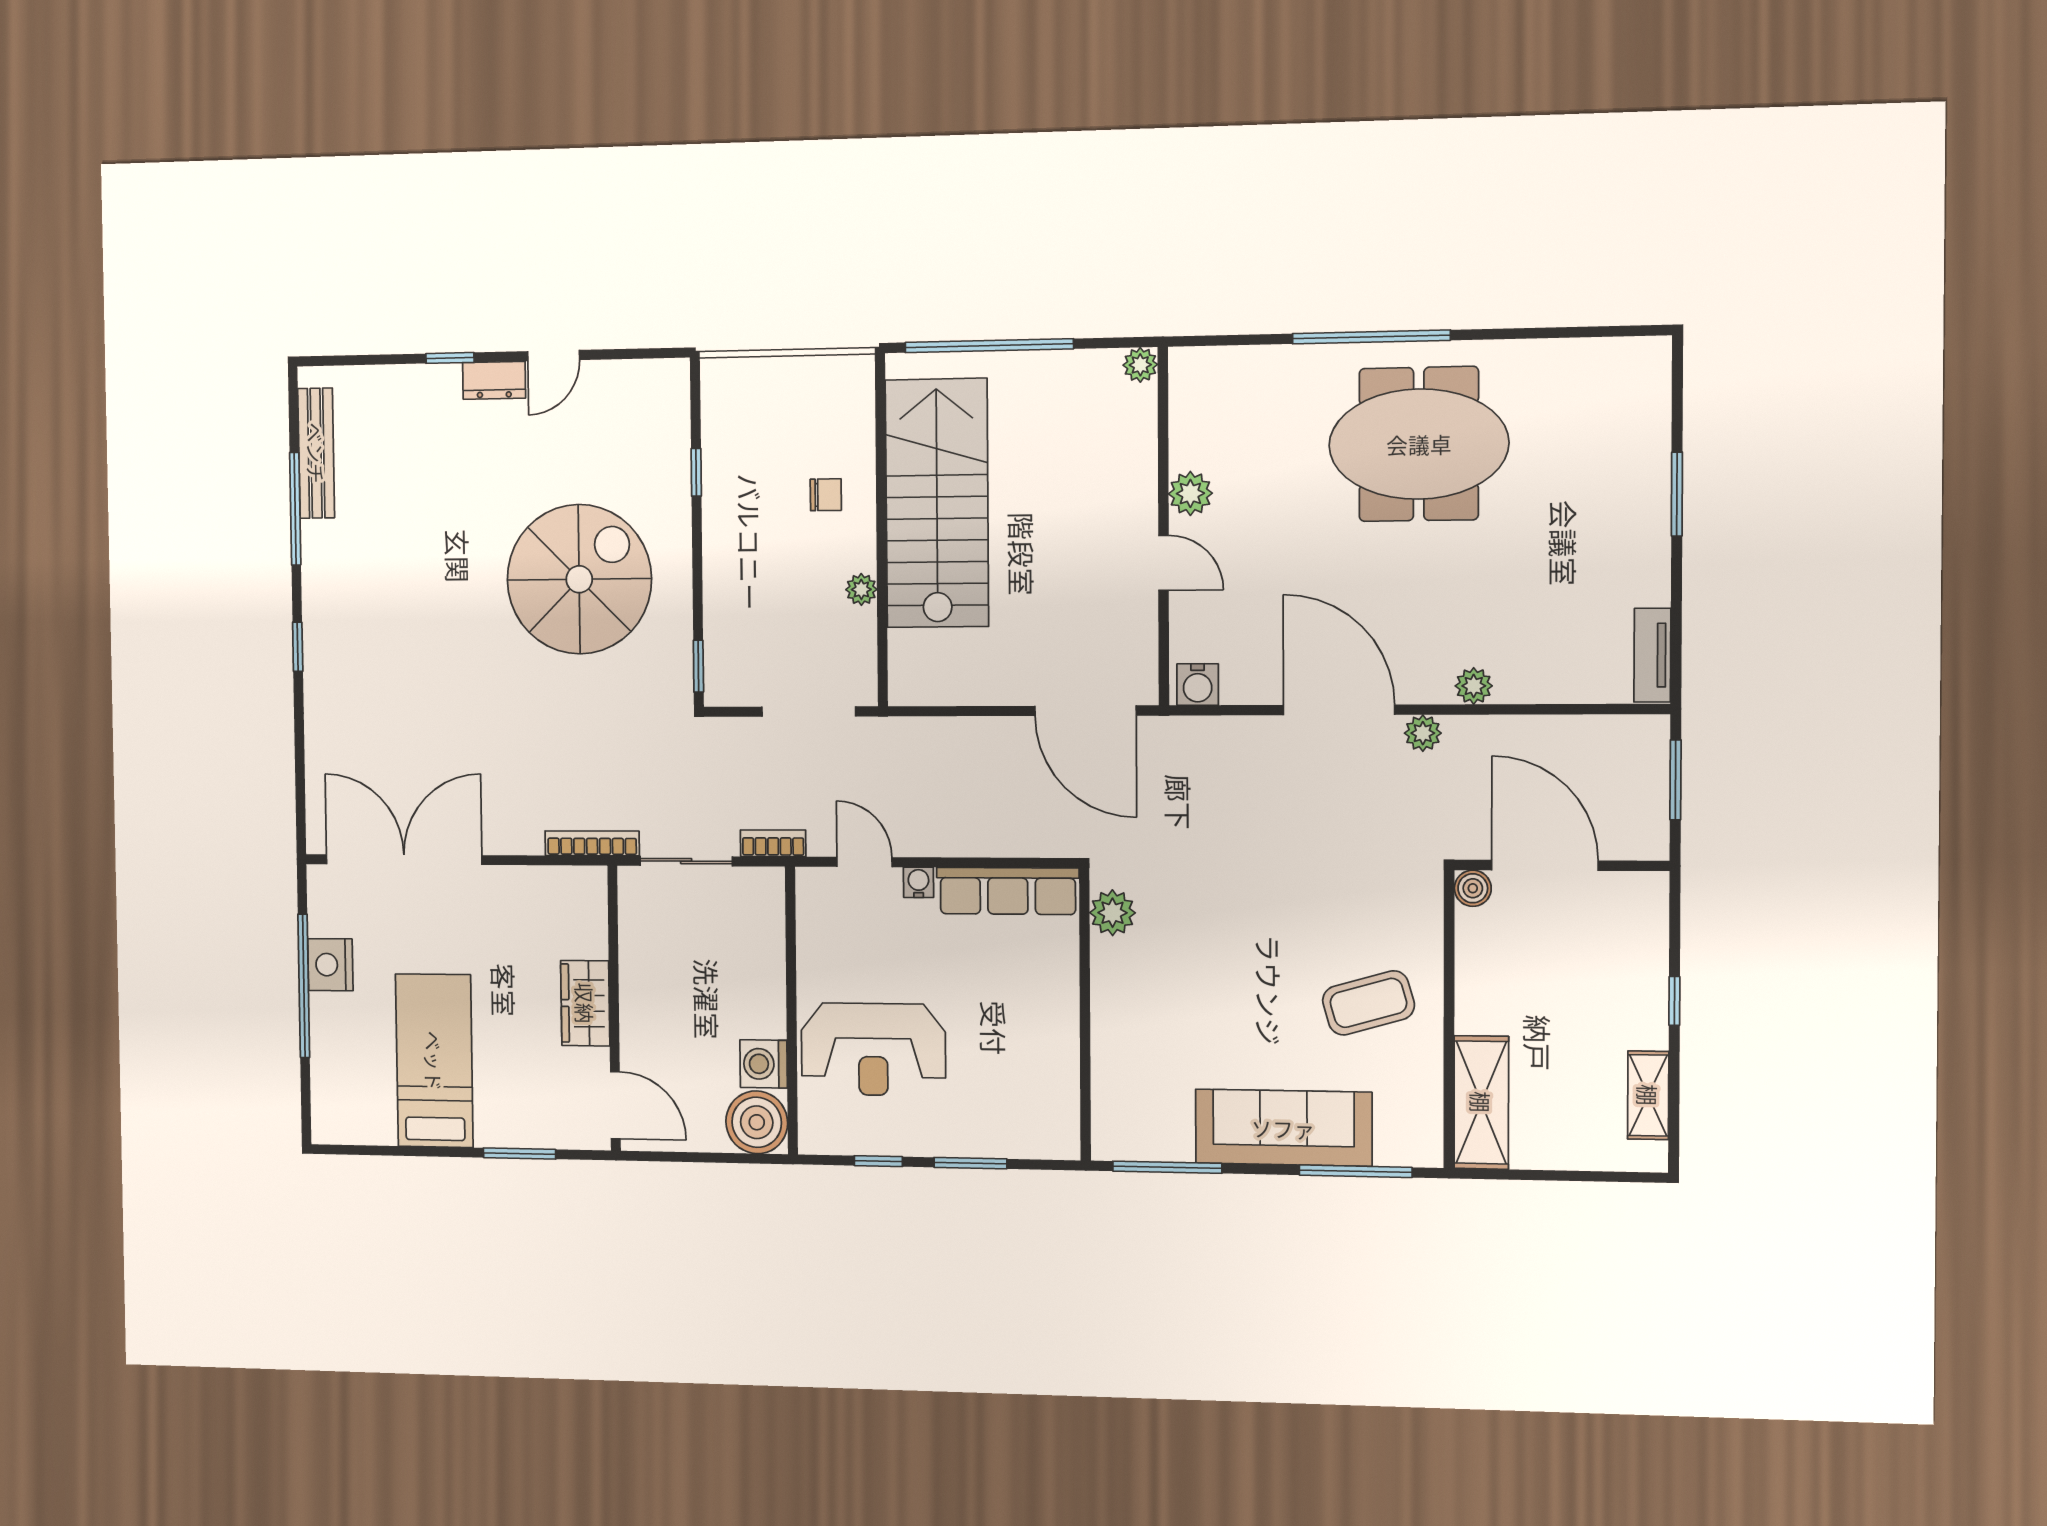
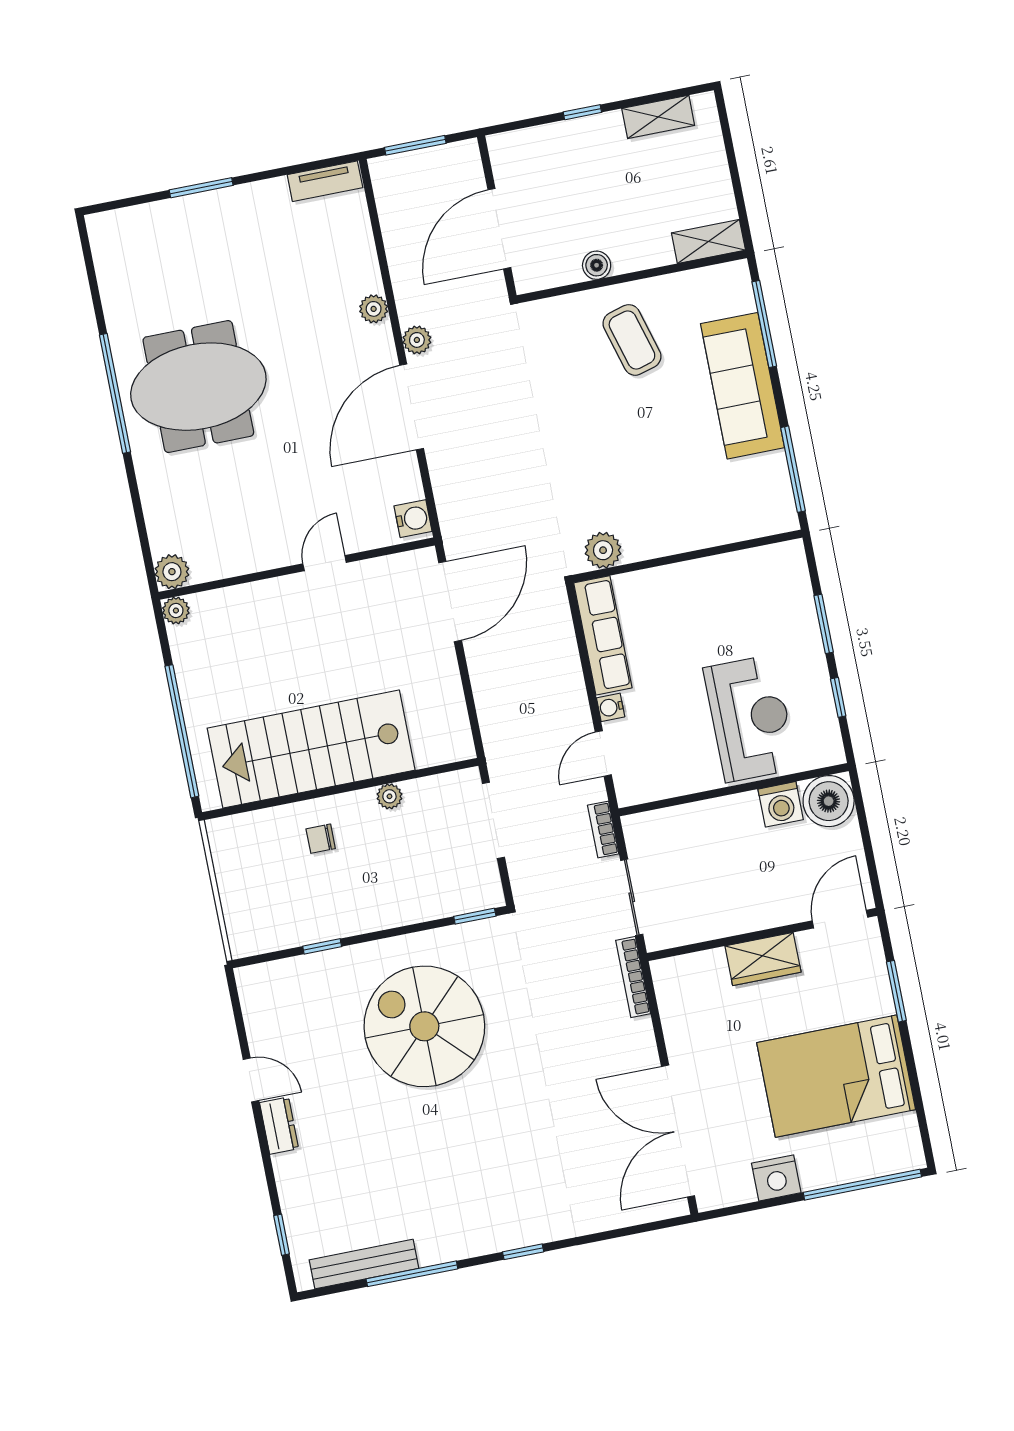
window: (1371, 337) -> (115, 393), moved
window: (450, 358) -> (282, 1235), moved
meeting table: (1419, 444) -> (198, 387), turned 90
plant: (1190, 493) -> (172, 572), moved
chair: (826, 495) -> (321, 839), turned -90
boiler: (1473, 888) -> (597, 265), moved
window: (304, 986) -> (862, 1185), moved
bed: (434, 1061) -> (836, 1076), width x1.50
shelving: (1481, 1102) -> (708, 241), width x0.67, depth x0.75

